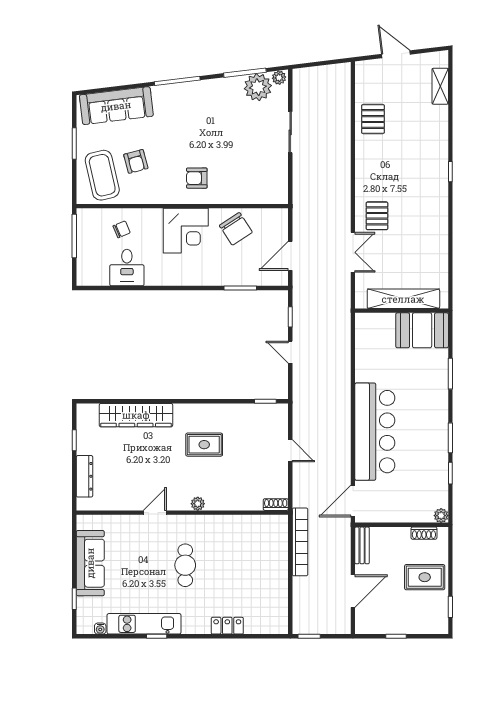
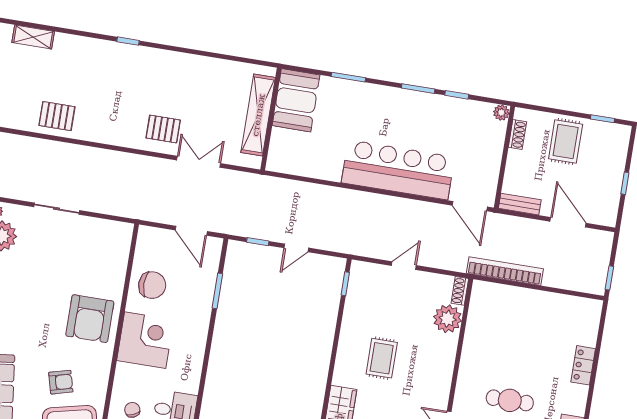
armchair: (197, 178) -> (90, 319), width x1.88, depth x1.88
chair: (236, 229) -> (152, 285), turned 33
plant: (198, 504) -> (448, 319), moved, width x1.88, depth x1.88

